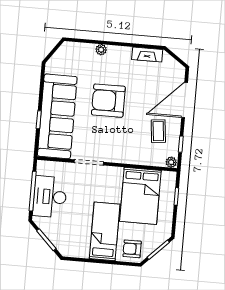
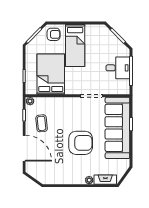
fireplace: (147, 54) -> (105, 180), moved
door: (185, 100) -> (24, 148), hinge flipped
desk: (50, 197) -> (118, 68), width x0.73

